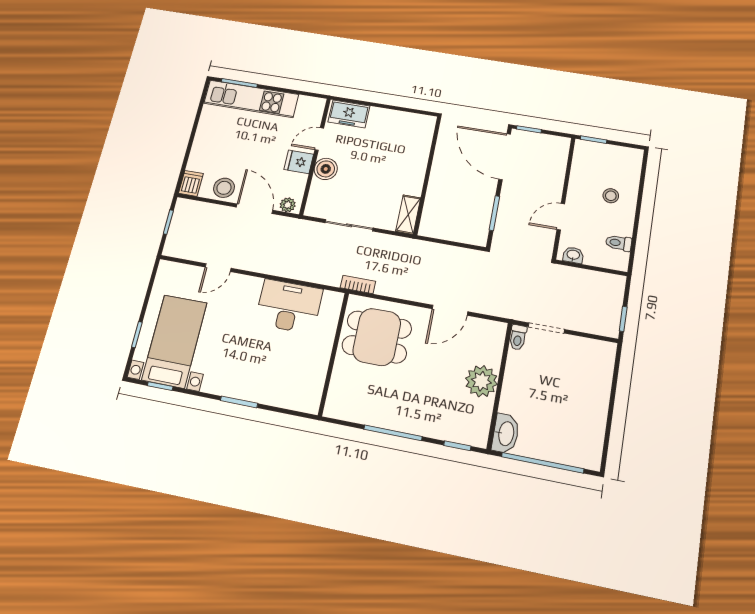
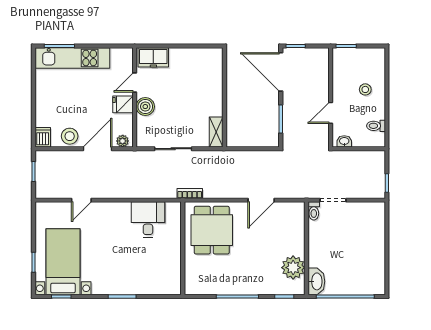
door: (254, 209) -> (98, 149), hinge flipped
desk: (289, 306) -> (148, 220), width x0.73
dining table: (377, 337) -> (212, 230), turned 90
plant: (481, 381) -> (293, 268), moved

